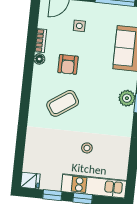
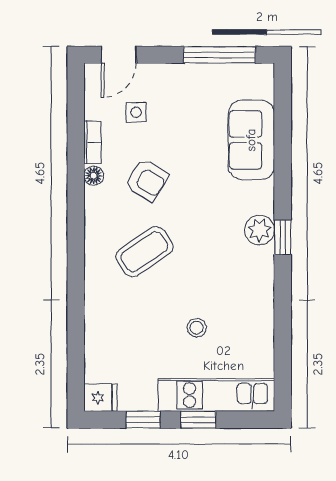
side table: (79, 26) -> (136, 112), moved
armchair: (68, 64) -> (147, 180), turned -59

